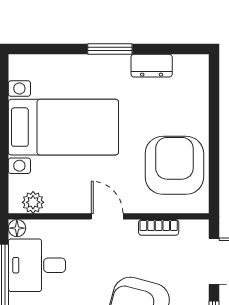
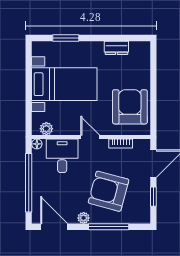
window: (110, 49) -> (66, 38), moved
desk: (37, 265) -> (62, 156), moved, turned 90

